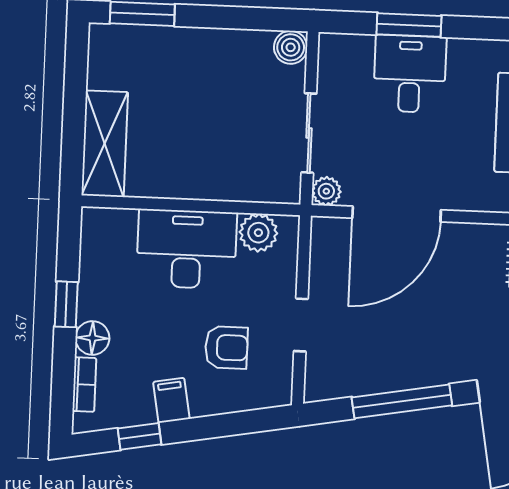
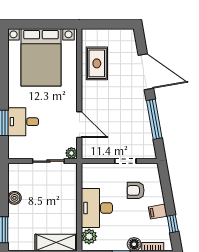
boiler: (291, 47) -> (14, 198), moved
door: (397, 214) -> (79, 125), width x0.73
plant: (258, 233) -> (89, 236), moved
armchair: (226, 347) -> (136, 190), turned -90

